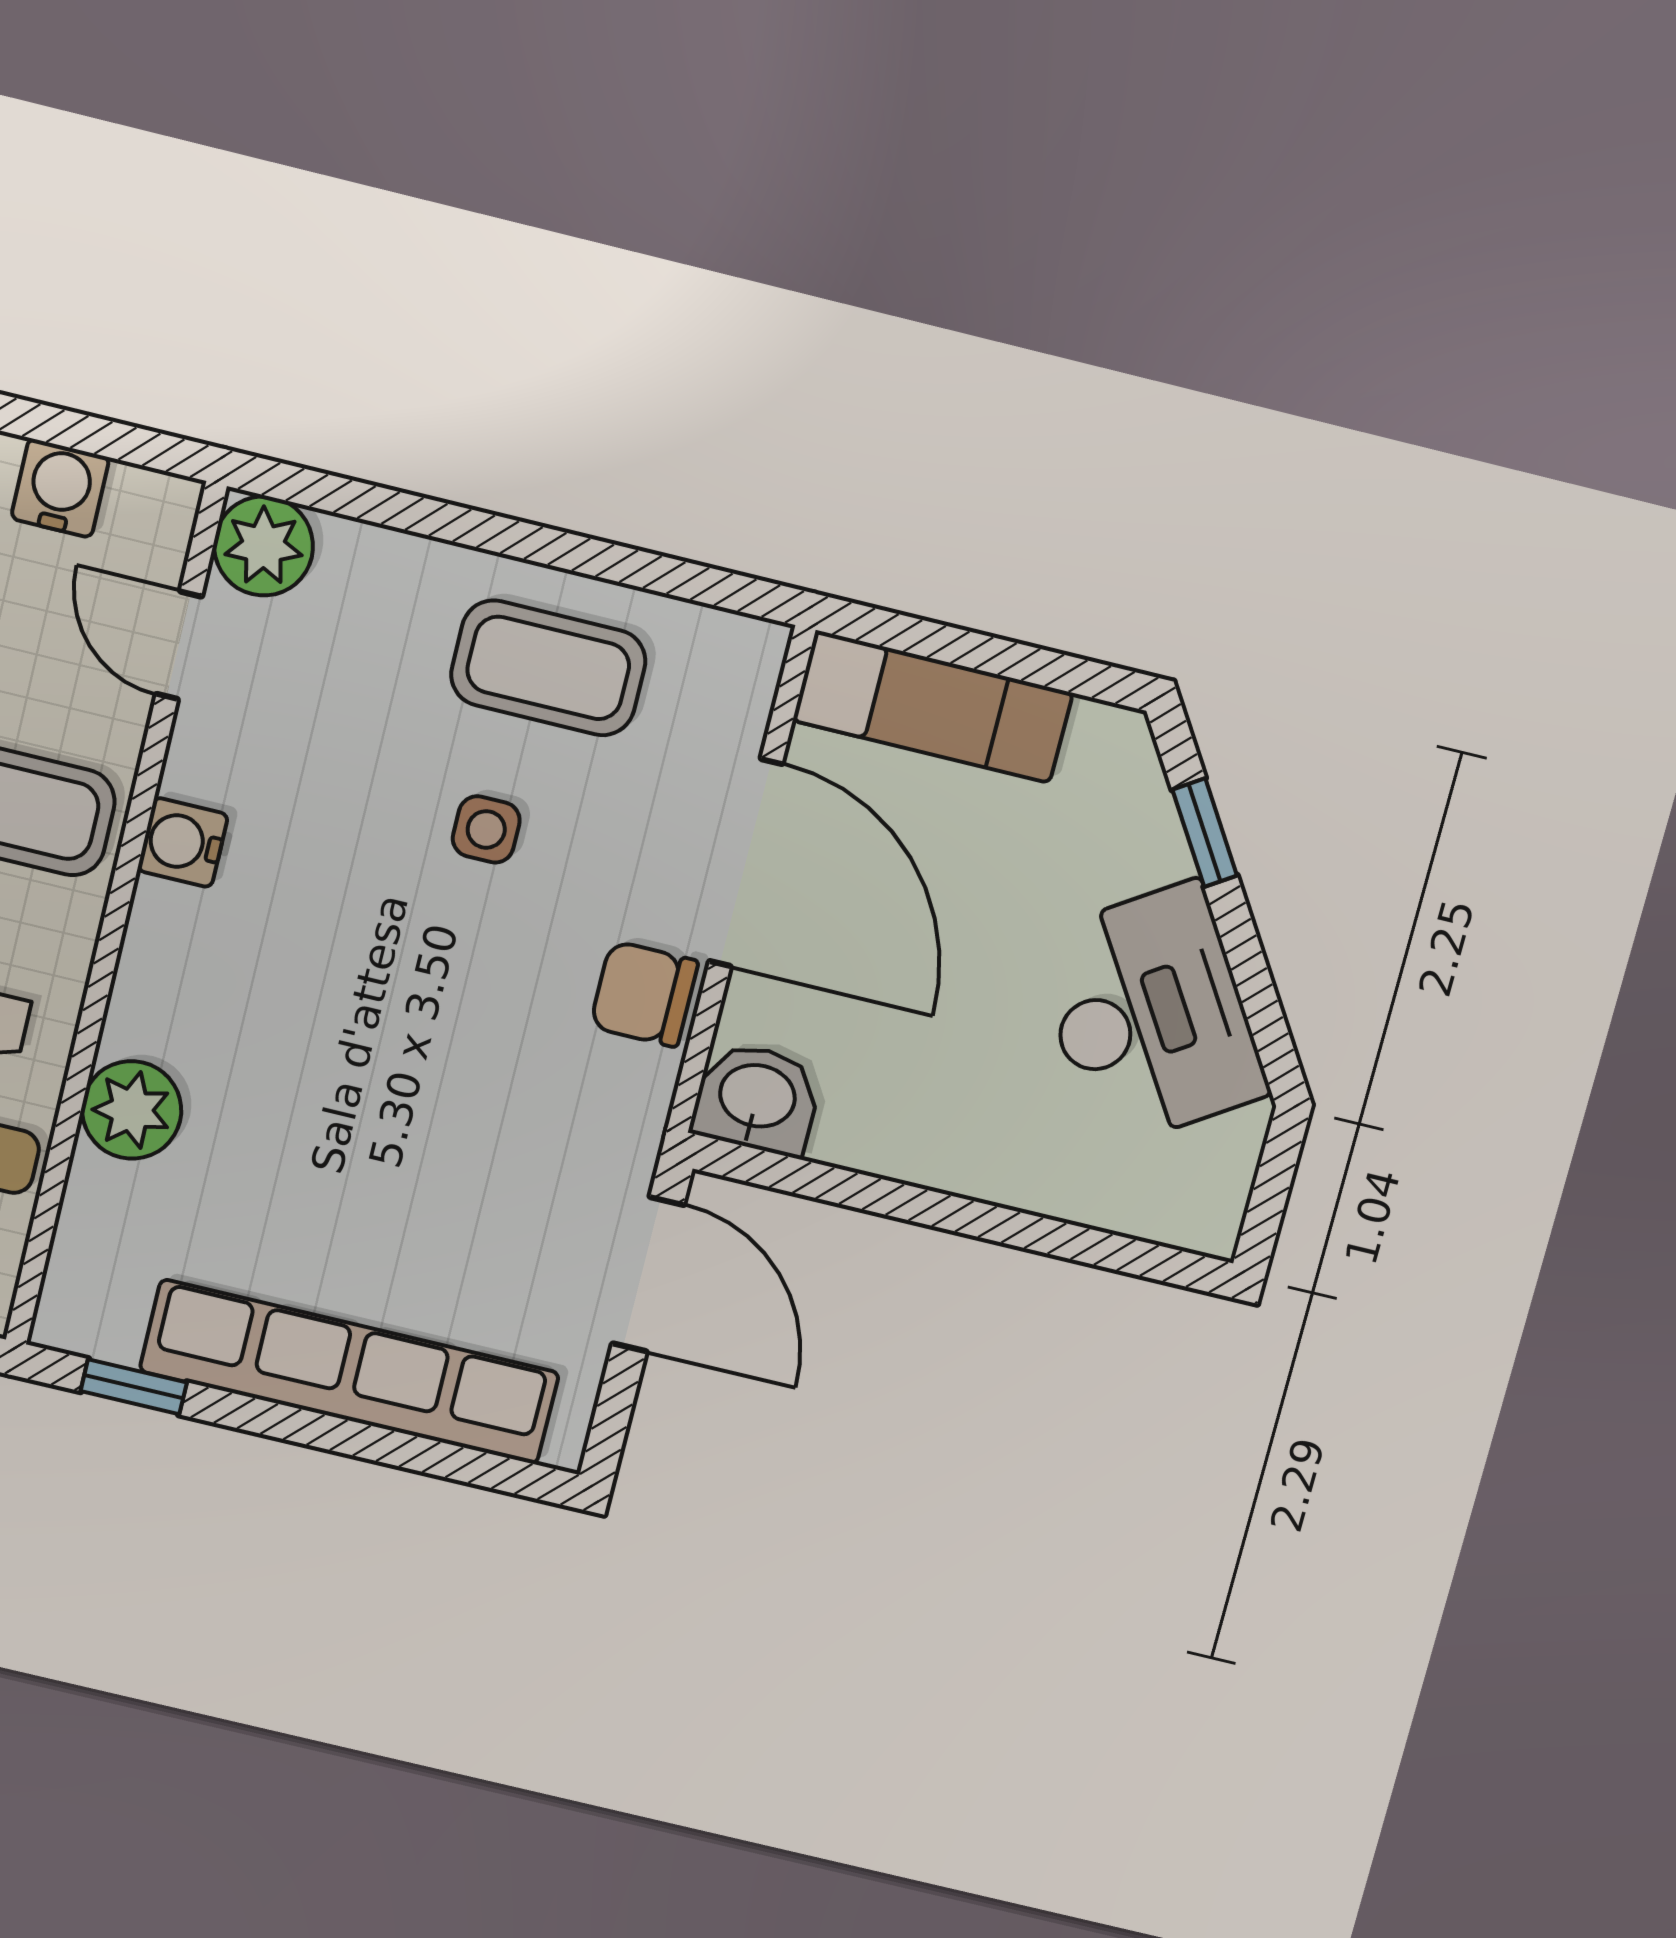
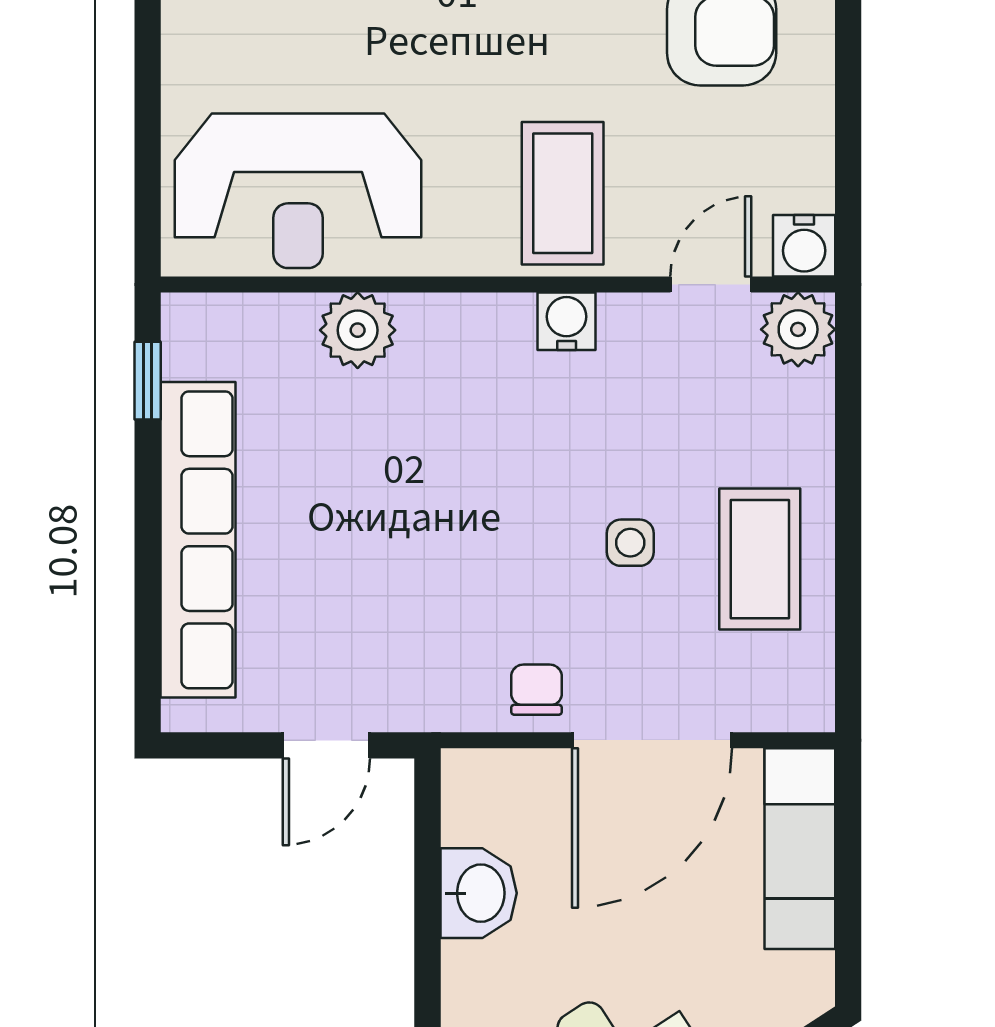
water cooler: (60, 488) -> (804, 246), moved, turned 90
chair: (644, 994) -> (537, 690), width x0.73, depth x0.73
washbasin: (757, 1099) -> (479, 893), moved
door: (648, 1274) -> (326, 745), width x0.73

